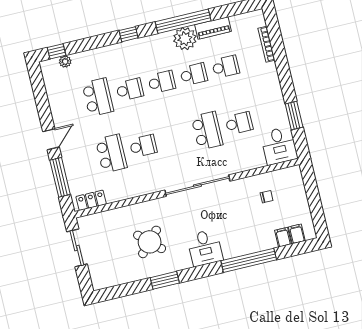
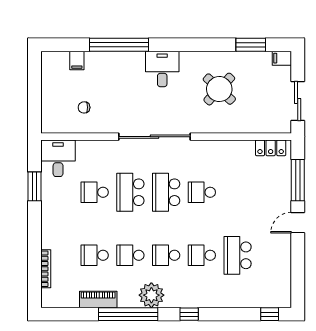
plant: (185, 39) -> (151, 295), moved
plant: (65, 62) -> (263, 301), removed
school desk: (111, 154) -> (166, 192), moved
filing cabinet: (297, 234) -> (282, 58), moved, turned 90
window: (165, 280) -> (251, 45), moved

